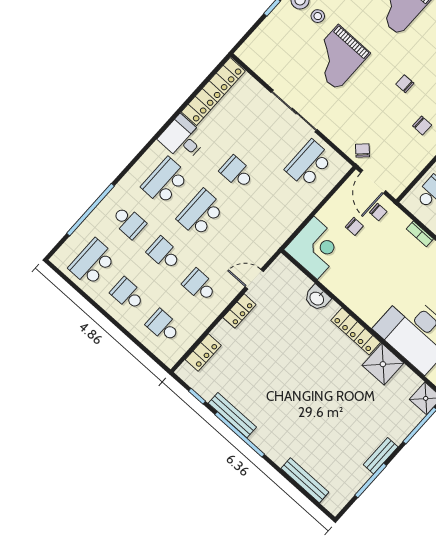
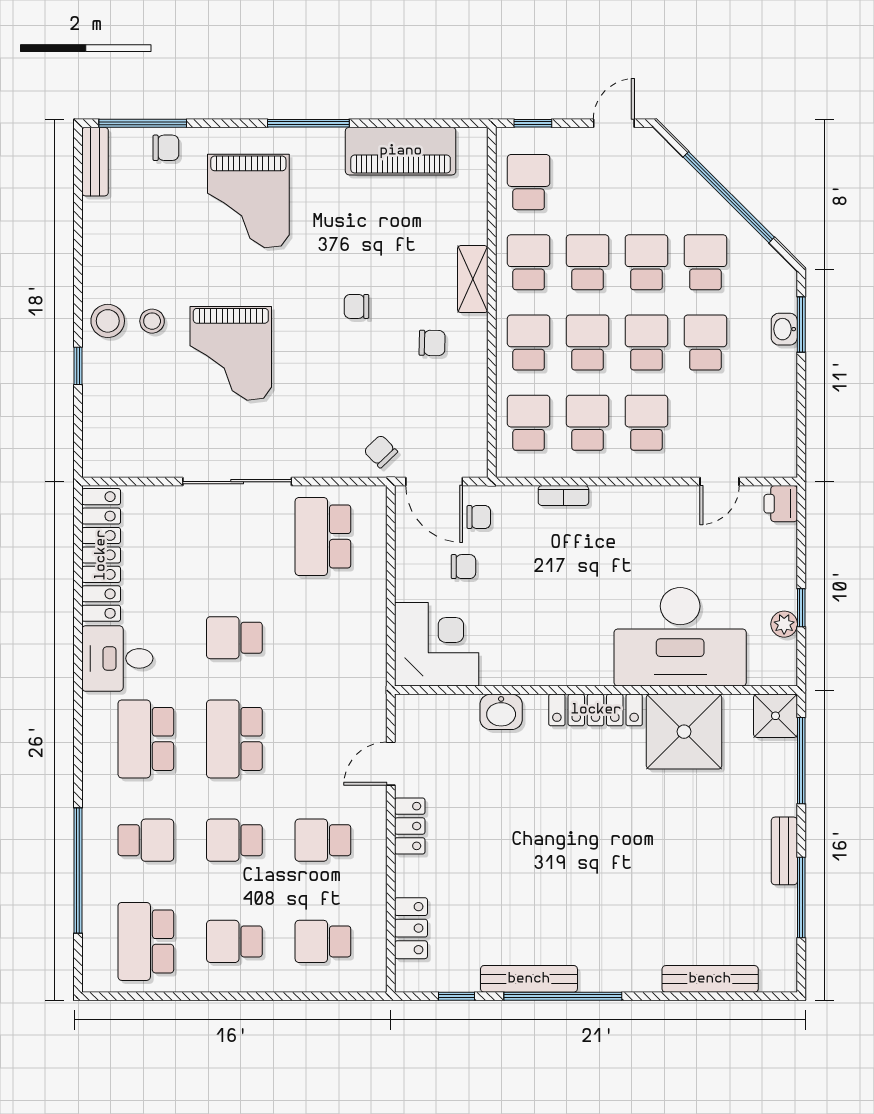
shower: (383, 364) -> (684, 732), width x1.37, depth x1.37

